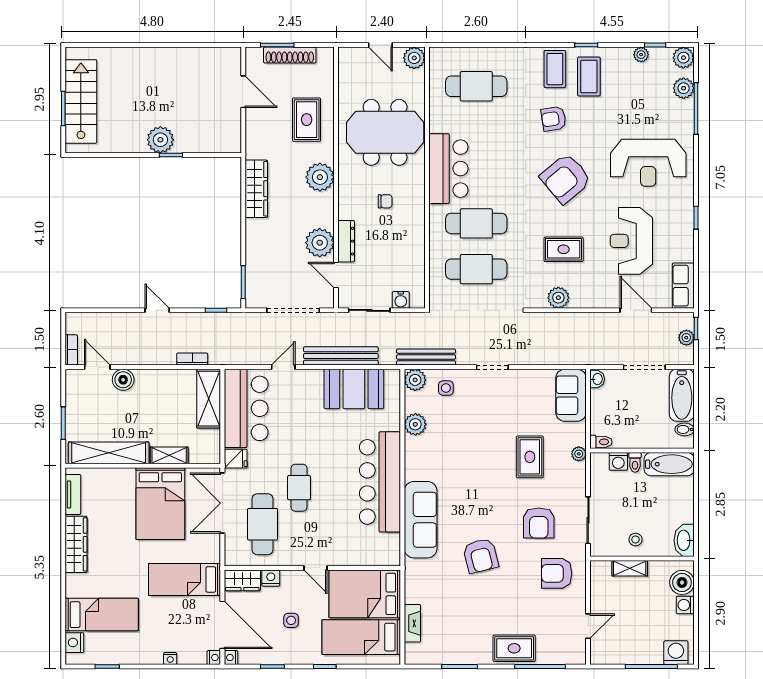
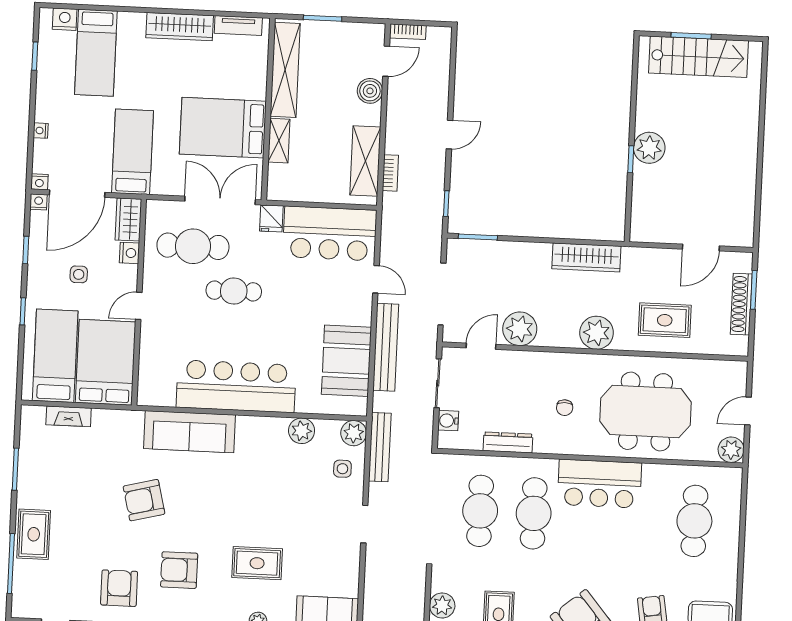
meeting table: (385, 132) -> (645, 412), turned 90
dresser: (346, 241) -> (508, 442), moved, turned 180
shelving: (209, 399) -> (365, 161), moved, turned 90

